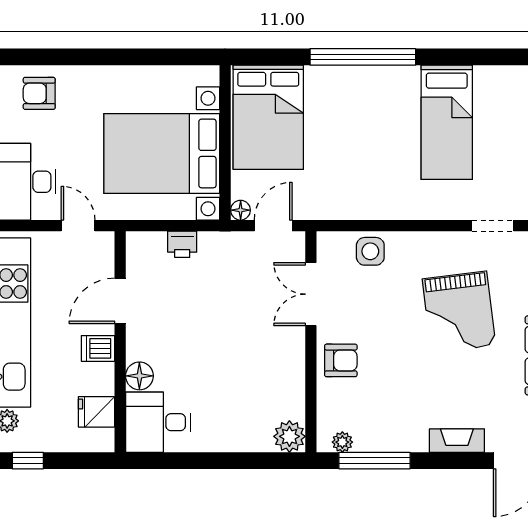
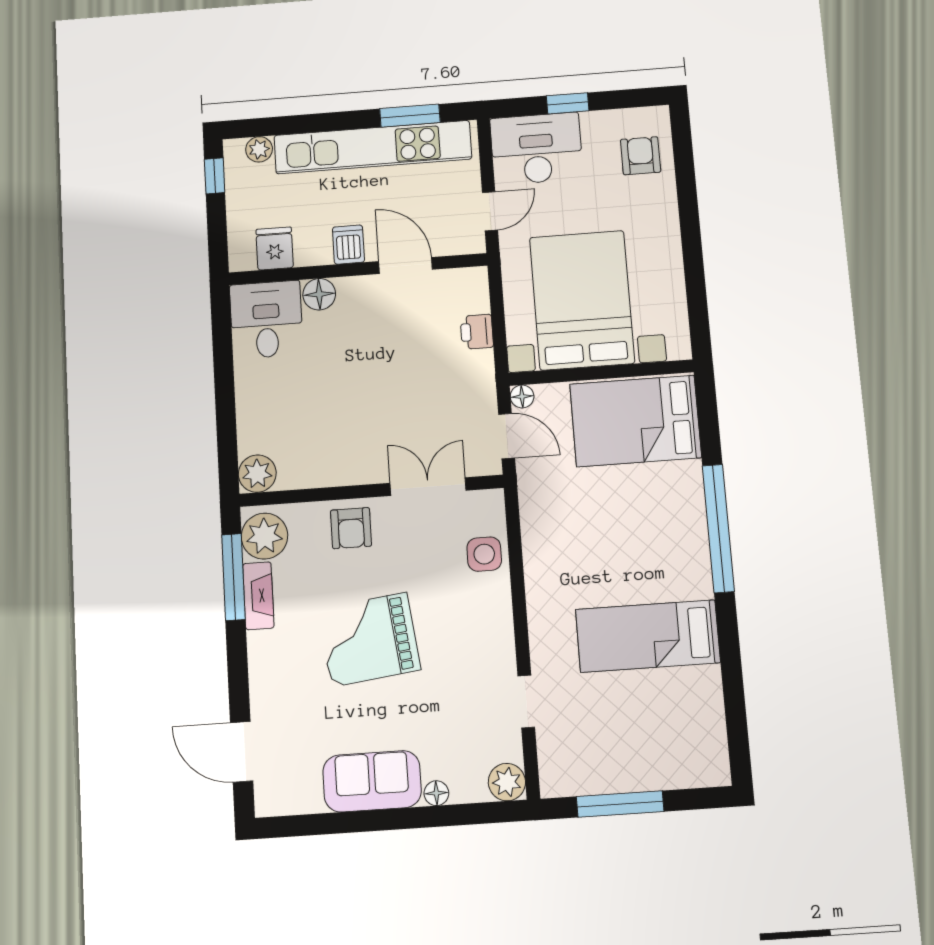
grand piano: (459, 312) -> (369, 639), moved
fireplace: (457, 441) -> (258, 596), moved
plant: (342, 442) -> (264, 536), width x1.87, depth x1.87

